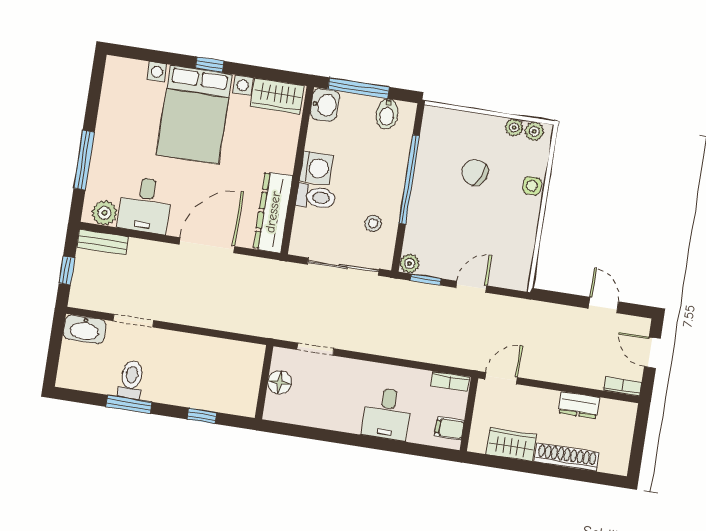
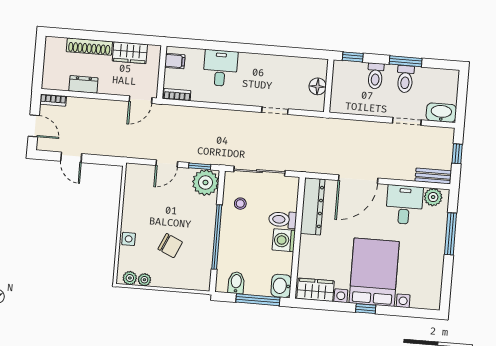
plant: (410, 263) -> (205, 182), width x1.87, depth x1.87
wall: (264, 382) -> (329, 86), moved
floor lamp: (280, 382) -> (318, 86), moved
toilet: (172, 387) -> (375, 76), added

